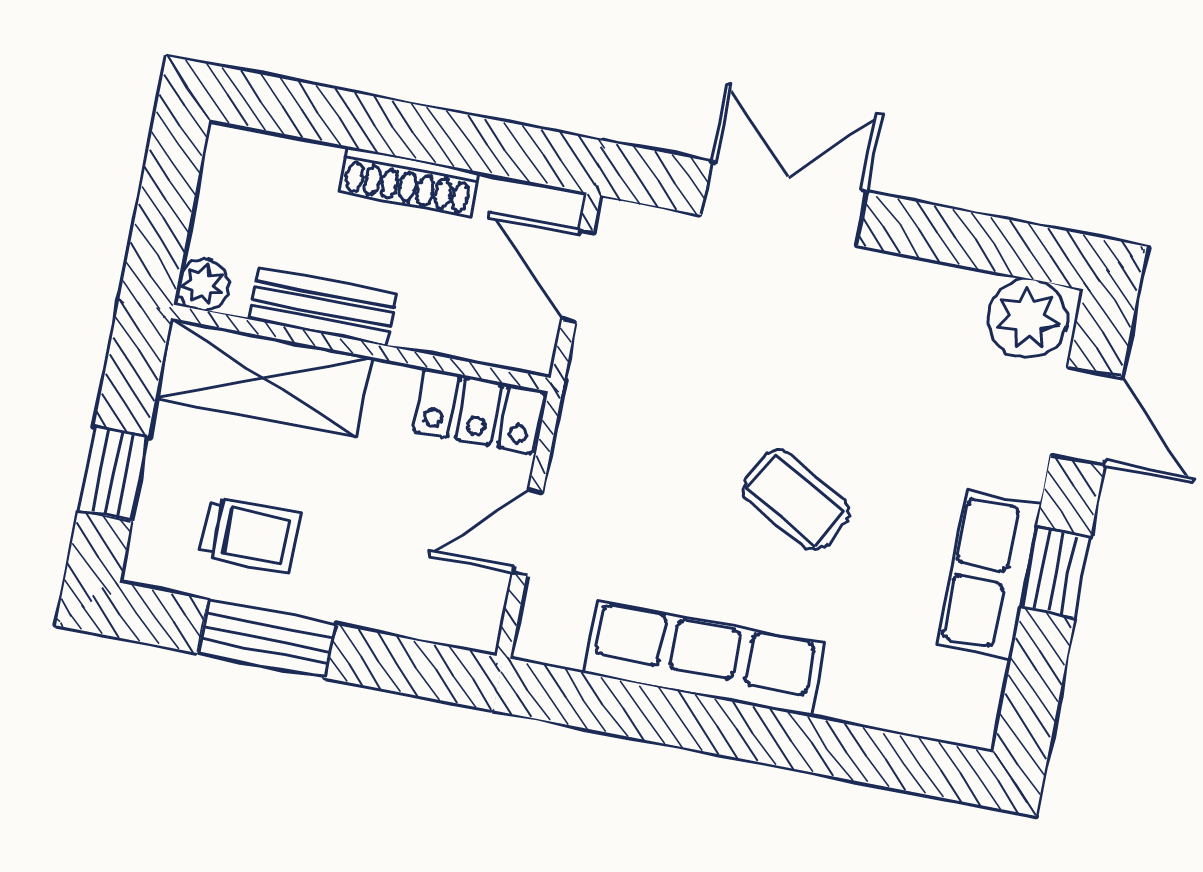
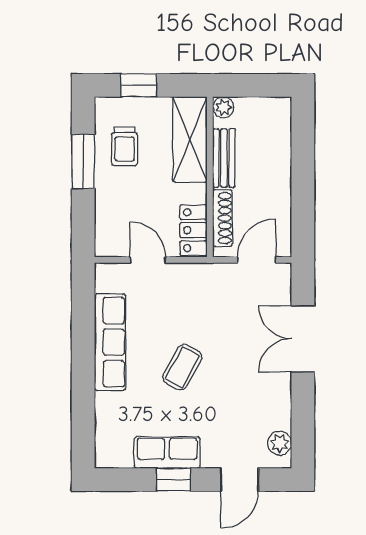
shoe rack: (409, 182) -> (222, 218), moved, turned 180
double door: (784, 204) -> (303, 339), swing flipped
plant: (1028, 319) -> (280, 443), width x0.73, depth x0.73

